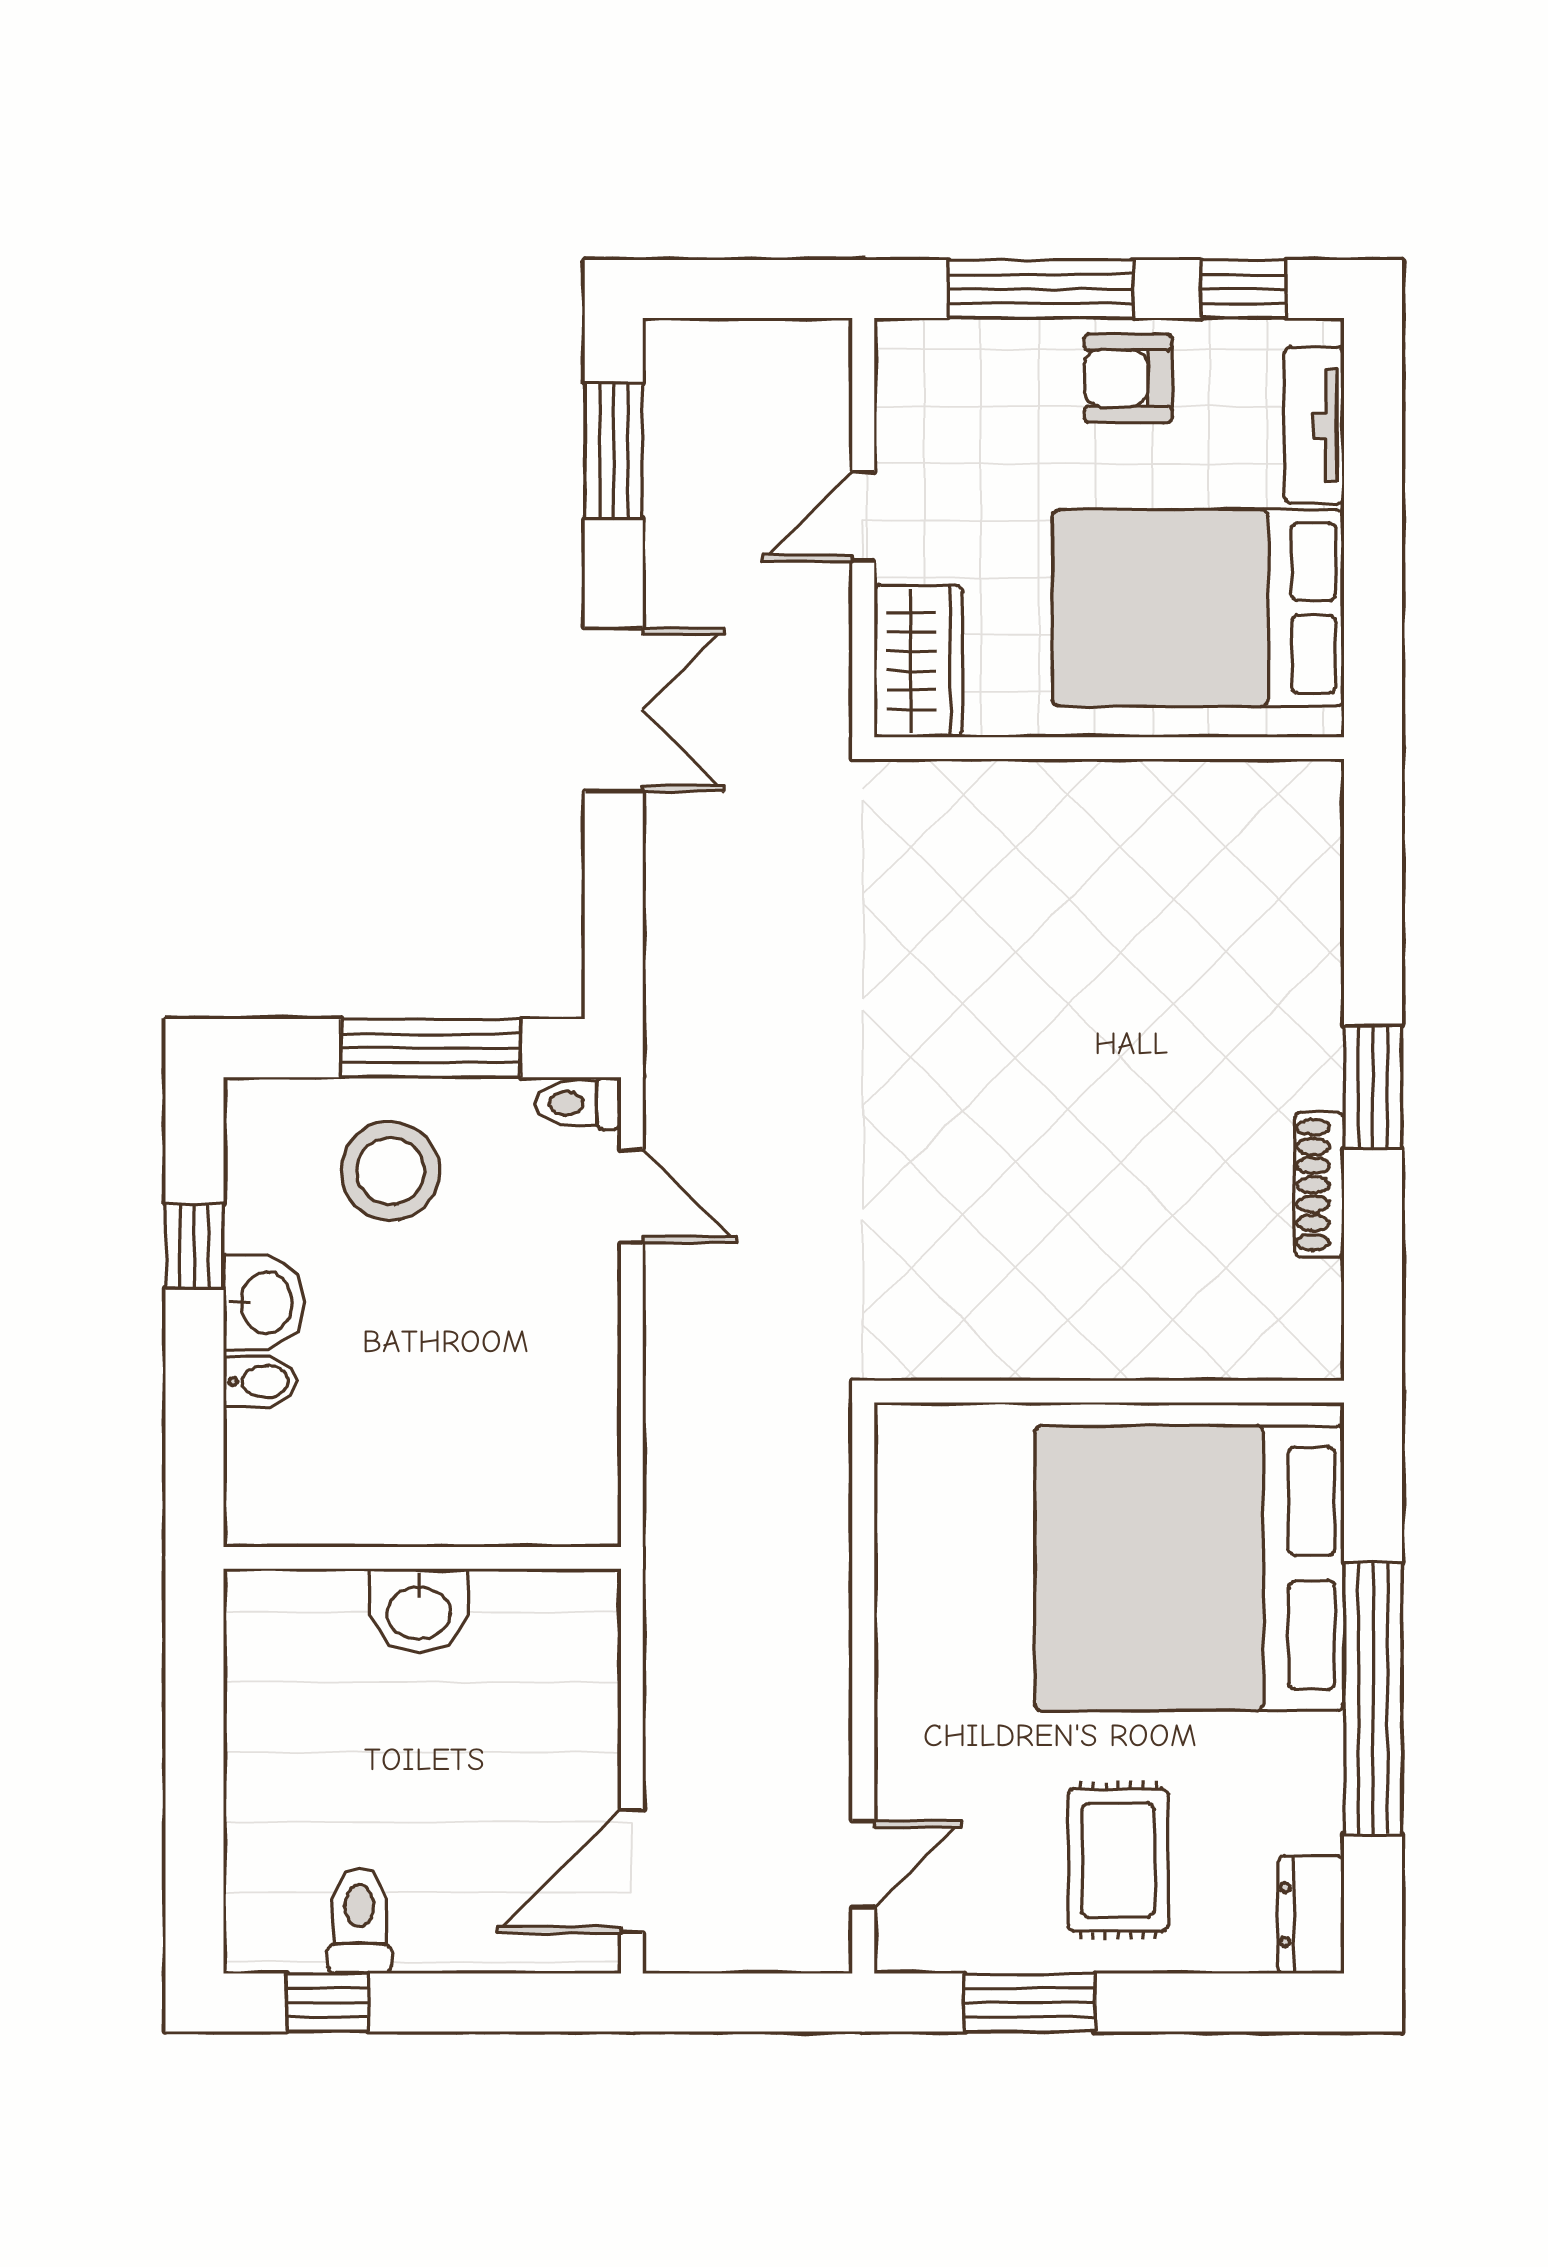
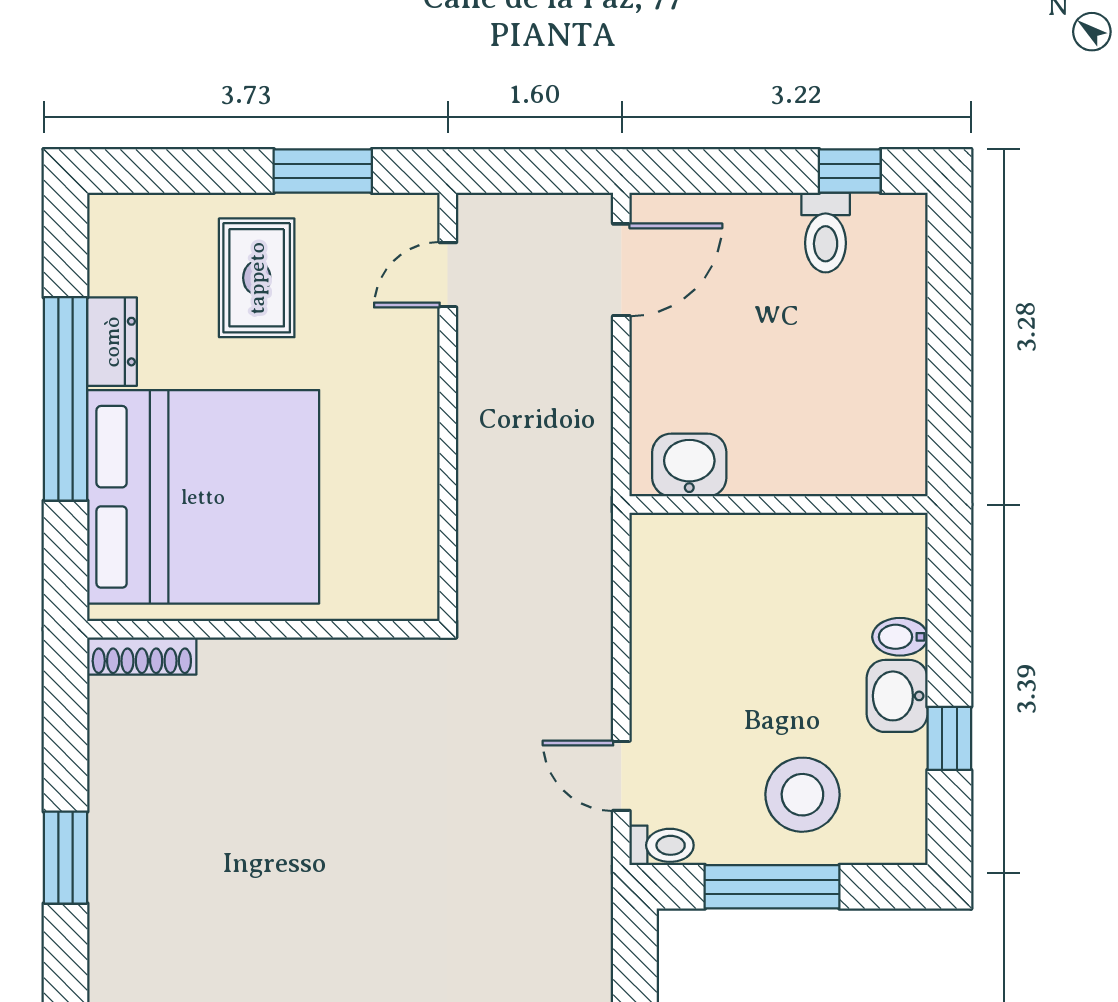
shoe rack: (1319, 1185) -> (142, 656), moved, turned 90
washbasin: (419, 1611) -> (689, 465), moved
dresser: (1311, 1915) -> (112, 342), moved

